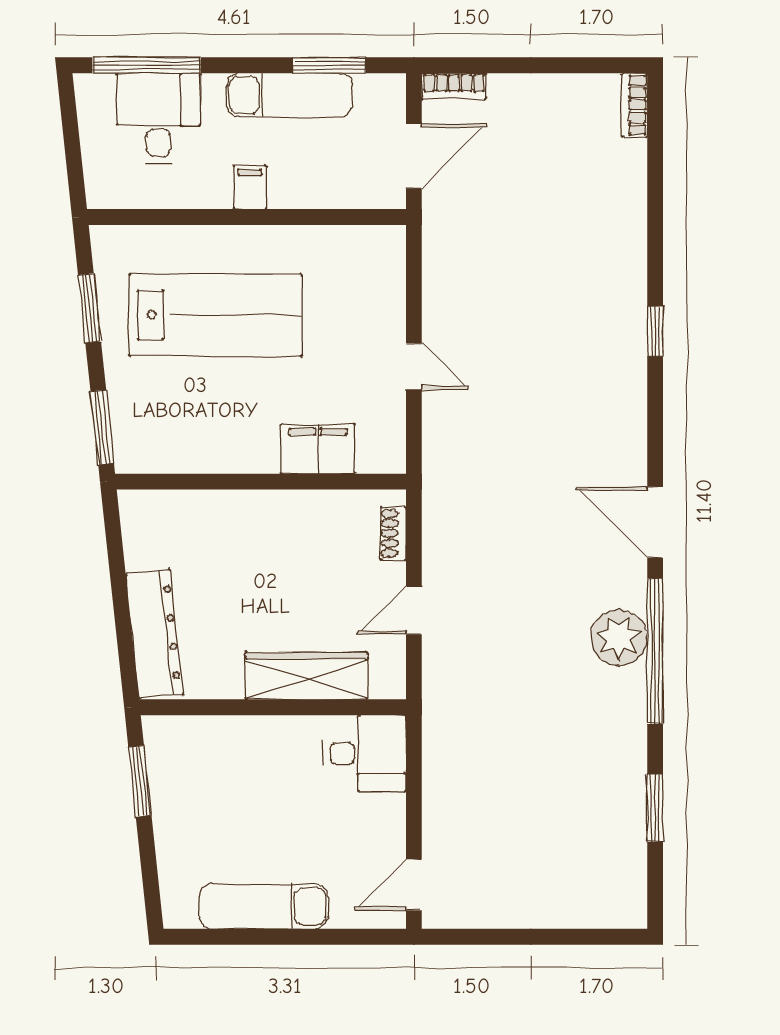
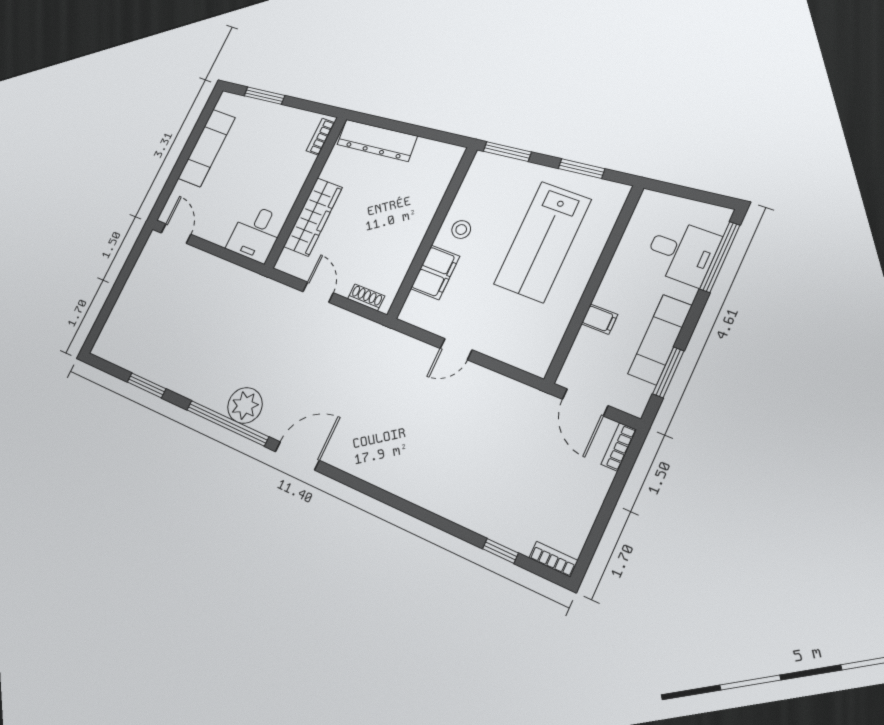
filing cabinet: (250, 187) -> (600, 319), moved
window: (655, 331) -> (500, 551), moved
stool: (241, 441) -> (461, 230), added
bookcase: (180, 727) -> (320, 137), added
window: (140, 781) -> (264, 96), moved

